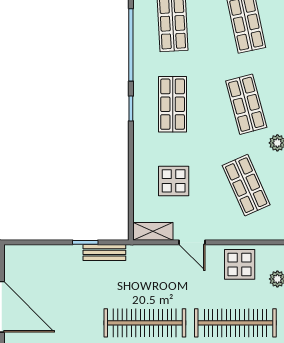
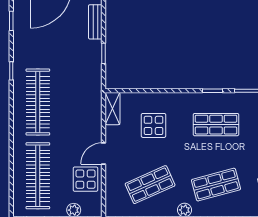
door: (192, 242) -> (104, 154), moved
bench: (104, 252) -> (95, 22), moved

